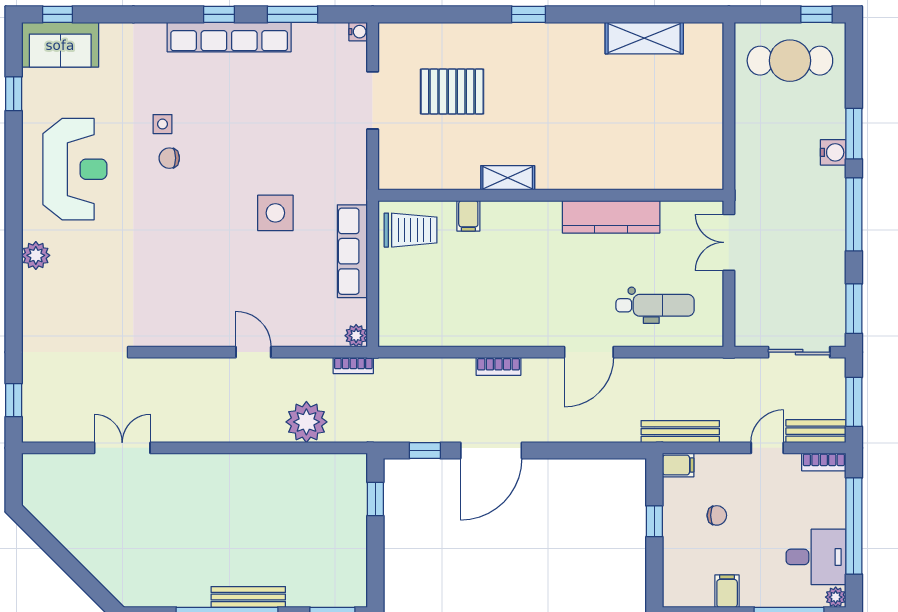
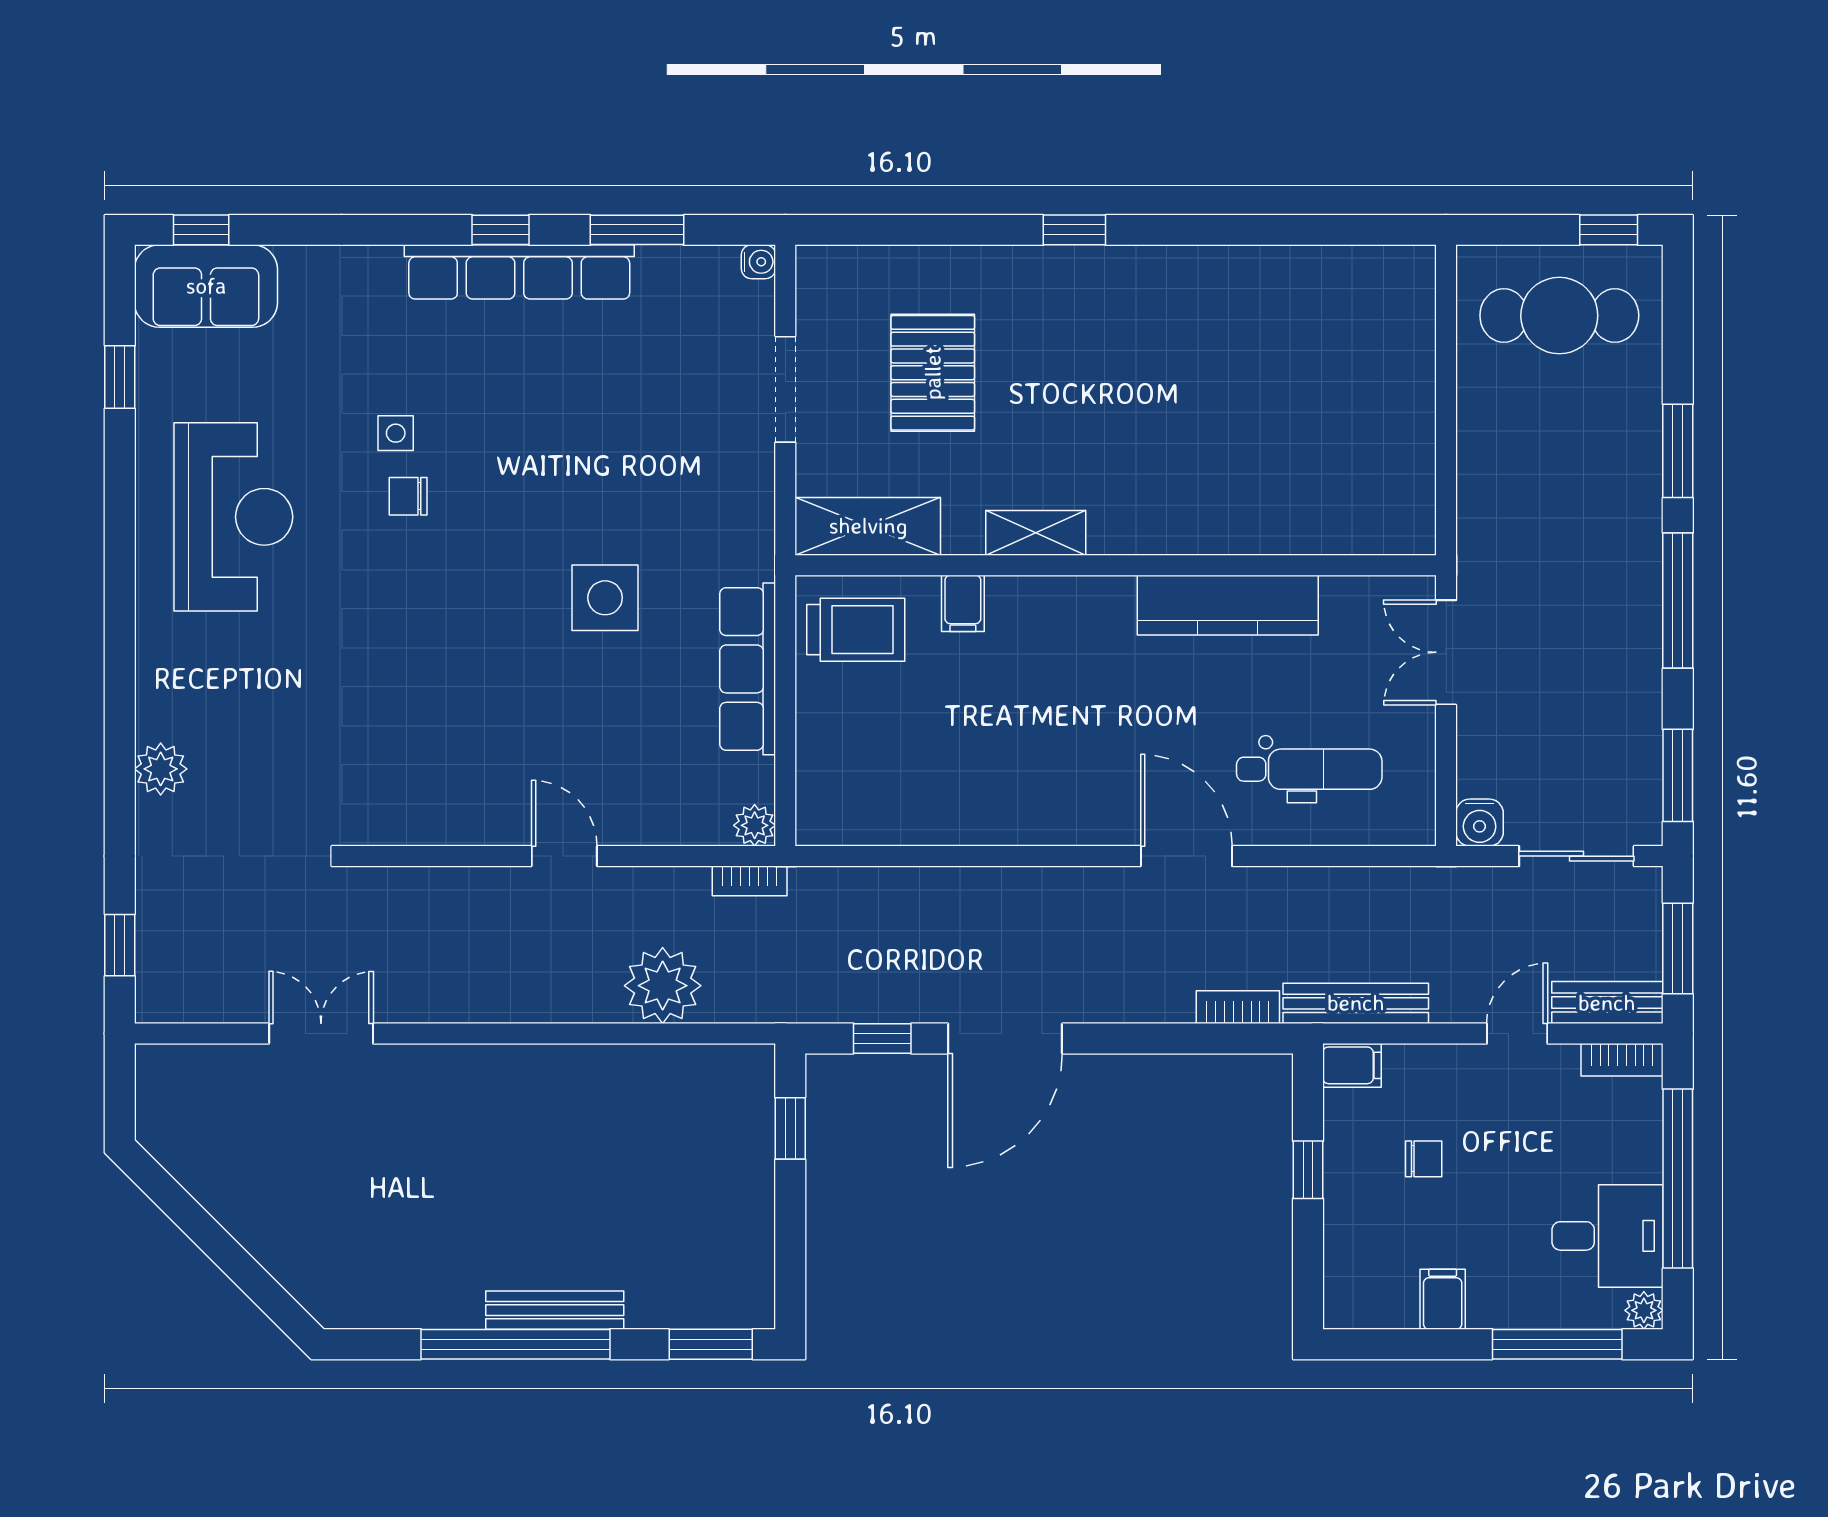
shelving: (644, 38) -> (868, 526), moved
pallet: (452, 91) -> (933, 373), turned 90
water cooler: (833, 152) -> (1480, 823), moved, turned 90
plant: (36, 255) -> (161, 769), moved
door: (589, 352) -> (1186, 856), swing flipped
bookcase: (498, 366) -> (1238, 1007), moved, turned 180

